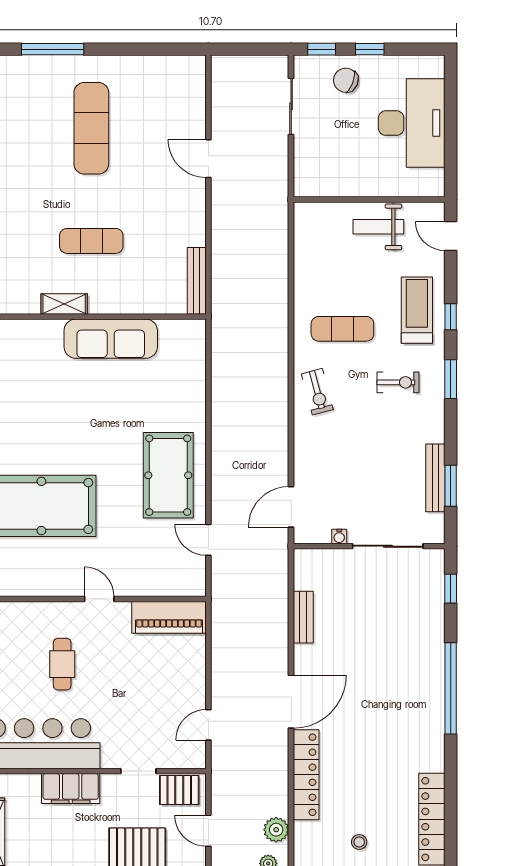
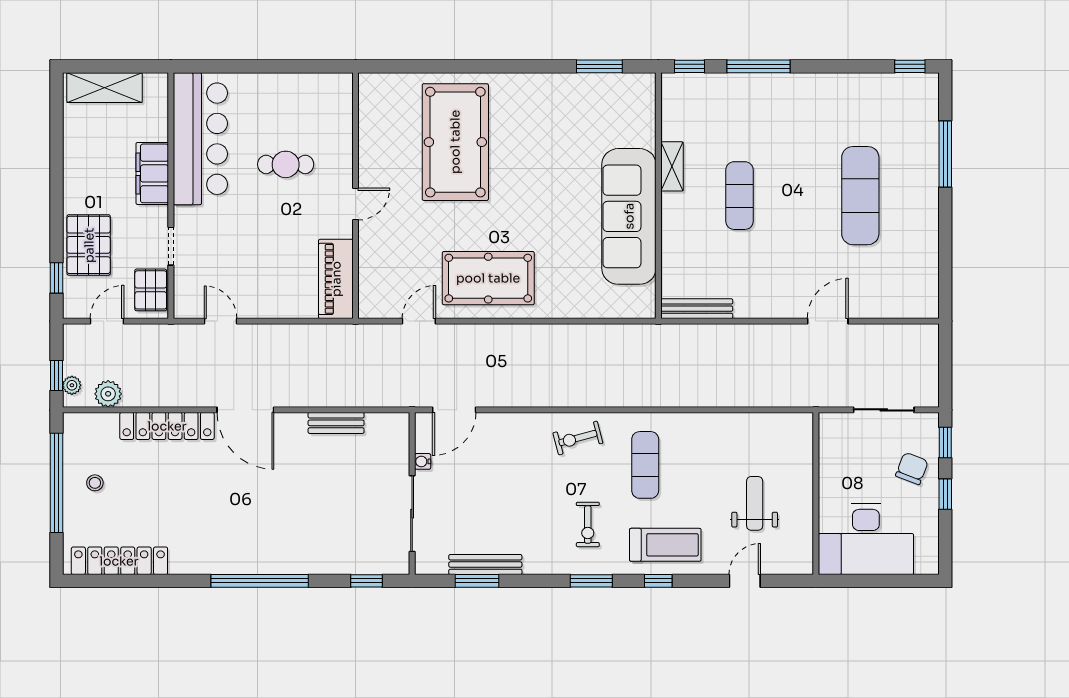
exercise mat: (91, 128) -> (860, 196), turned 90
wall: (369, 200) -> (816, 494), moved
sofa: (111, 339) -> (629, 216), width x1.36, depth x1.27
door: (291, 507) -> (454, 410), swing flipped

